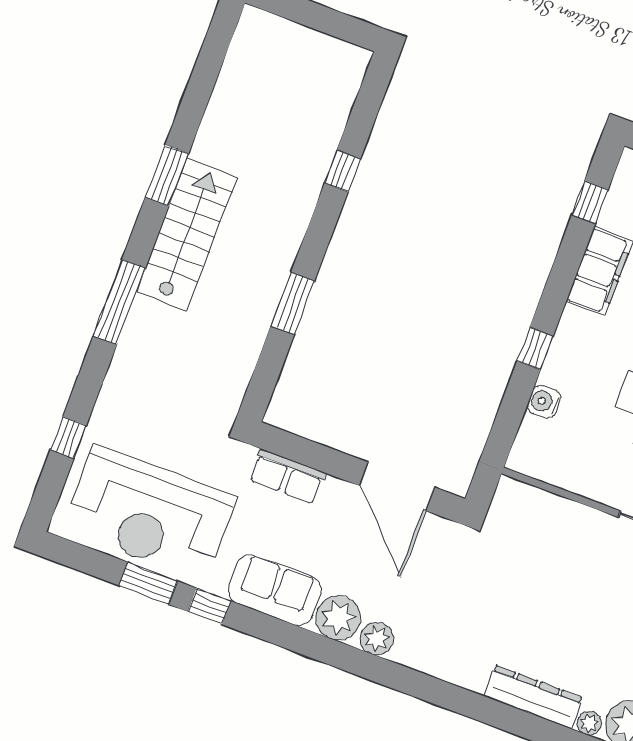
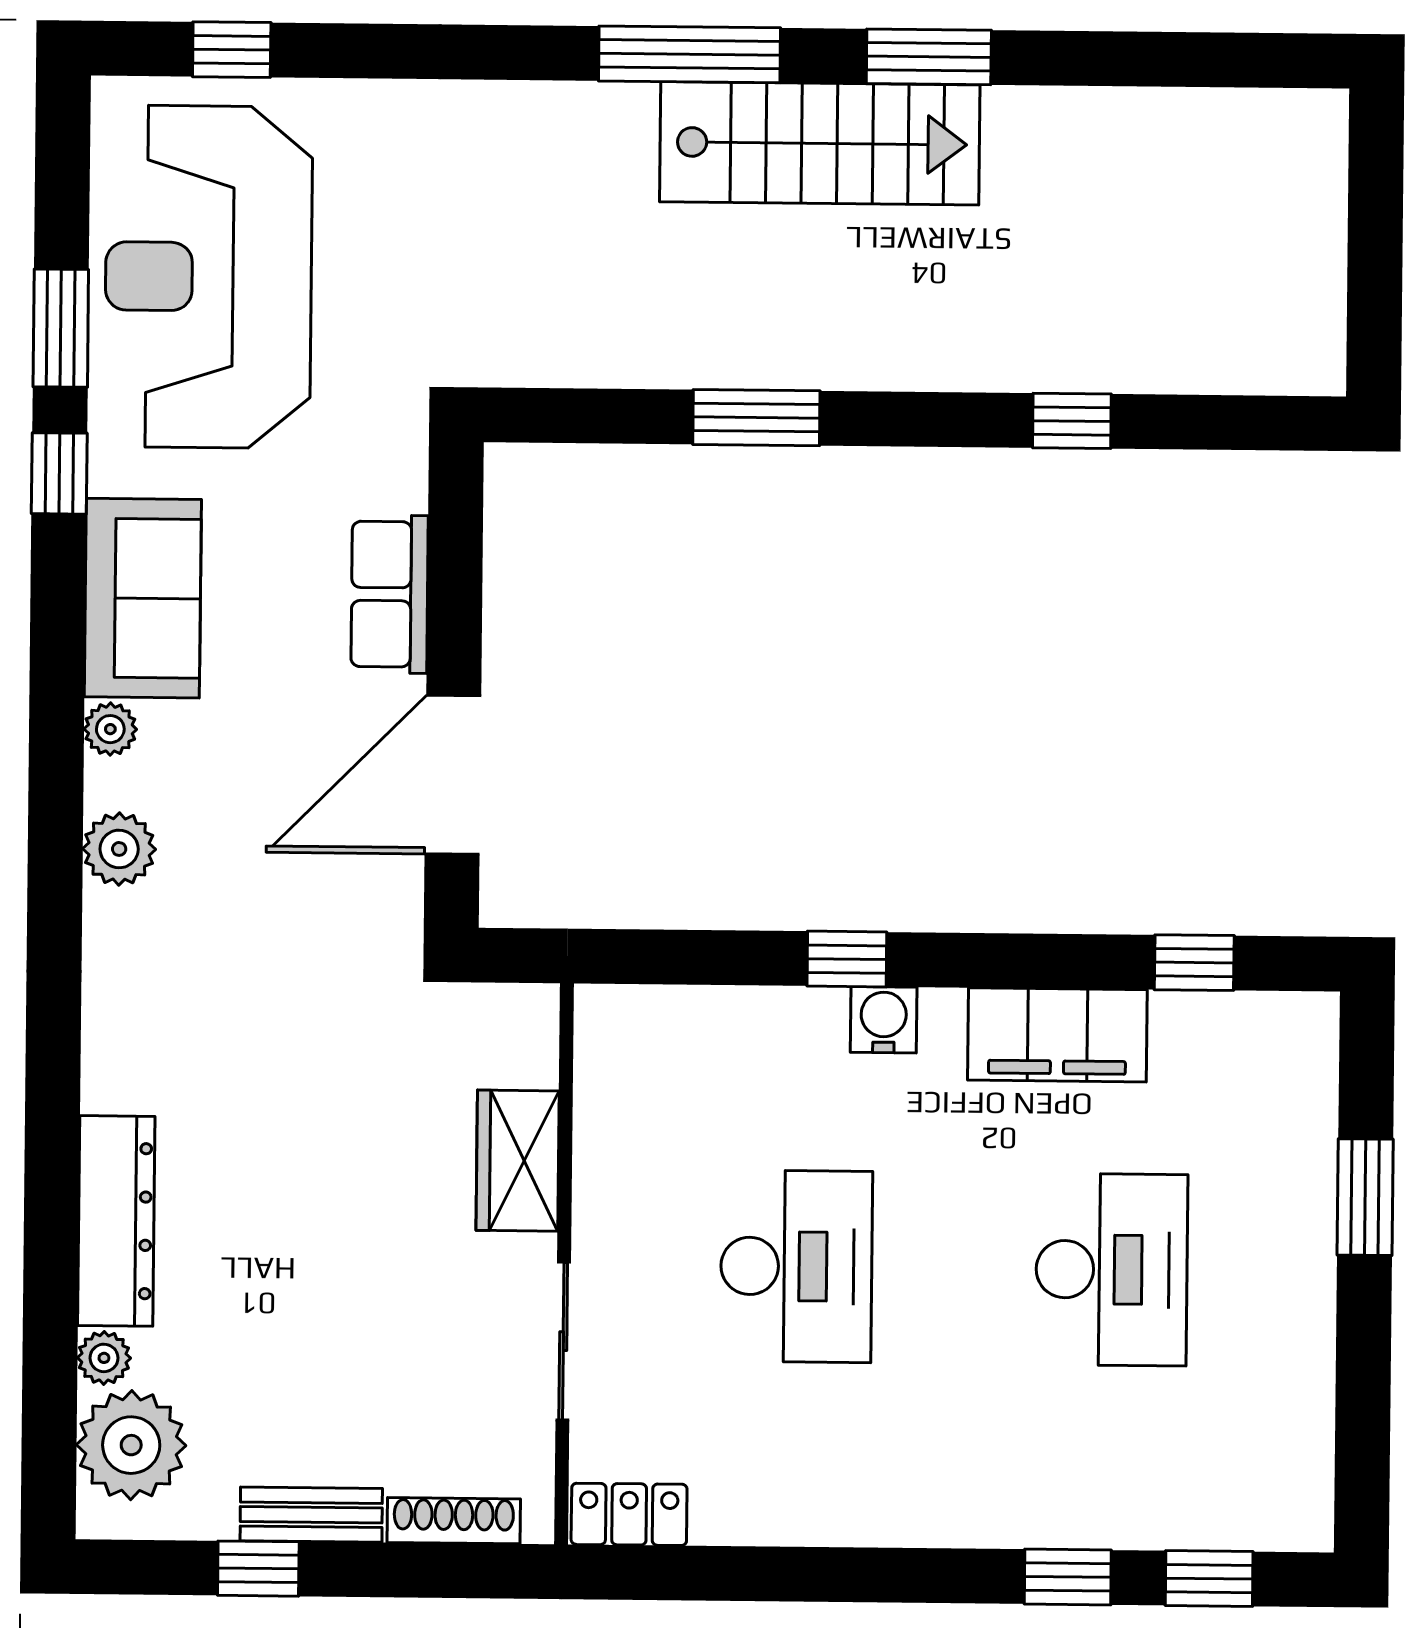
window: (119, 302) -> (690, 54), moved
water cooler: (544, 402) -> (884, 1020), moved
window: (68, 438) -> (232, 50), moved
row of seats: (287, 476) -> (390, 594), moved
wardrobe: (570, 518) -> (518, 1161), added
plant: (338, 618) -> (110, 729), width x0.53, depth x0.53

